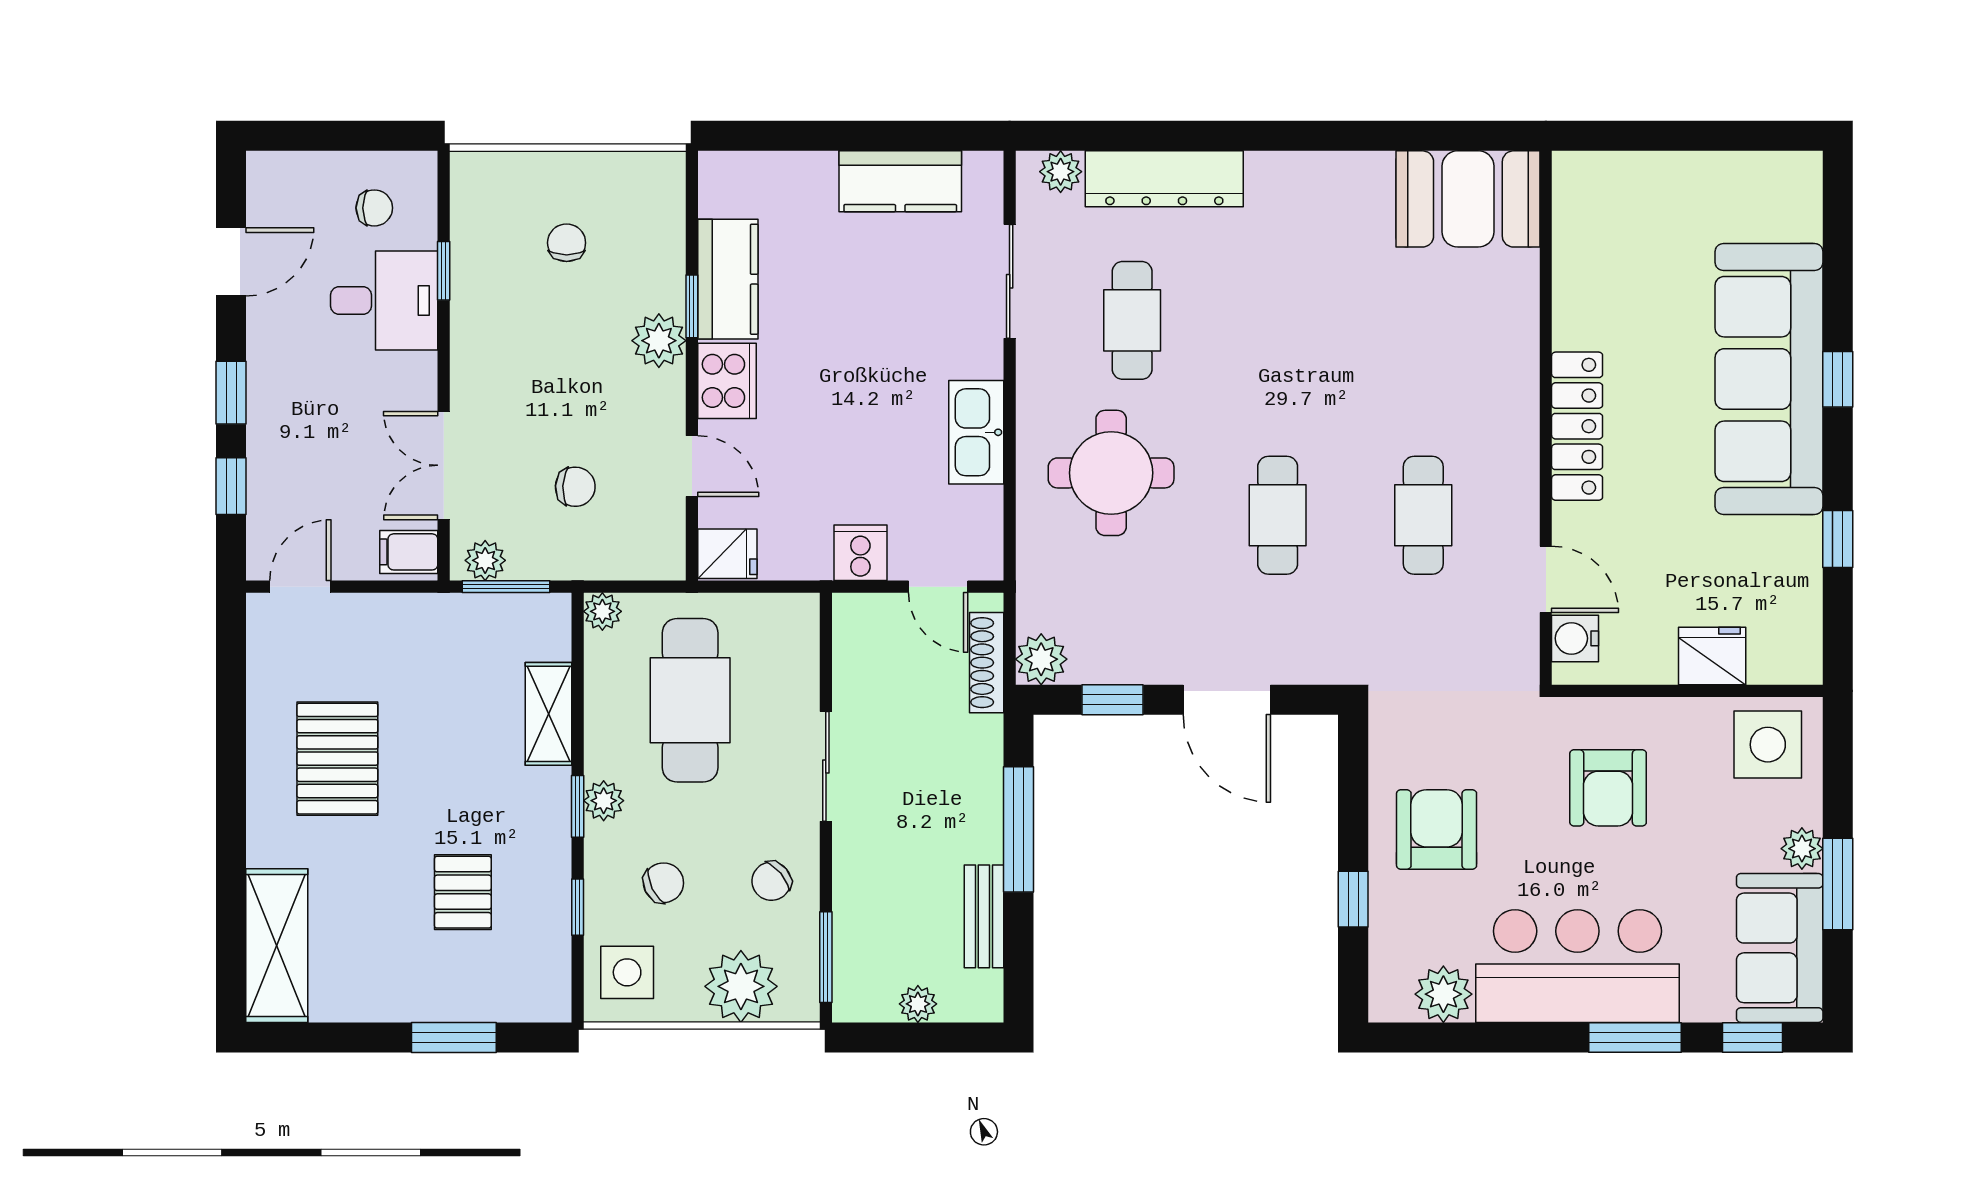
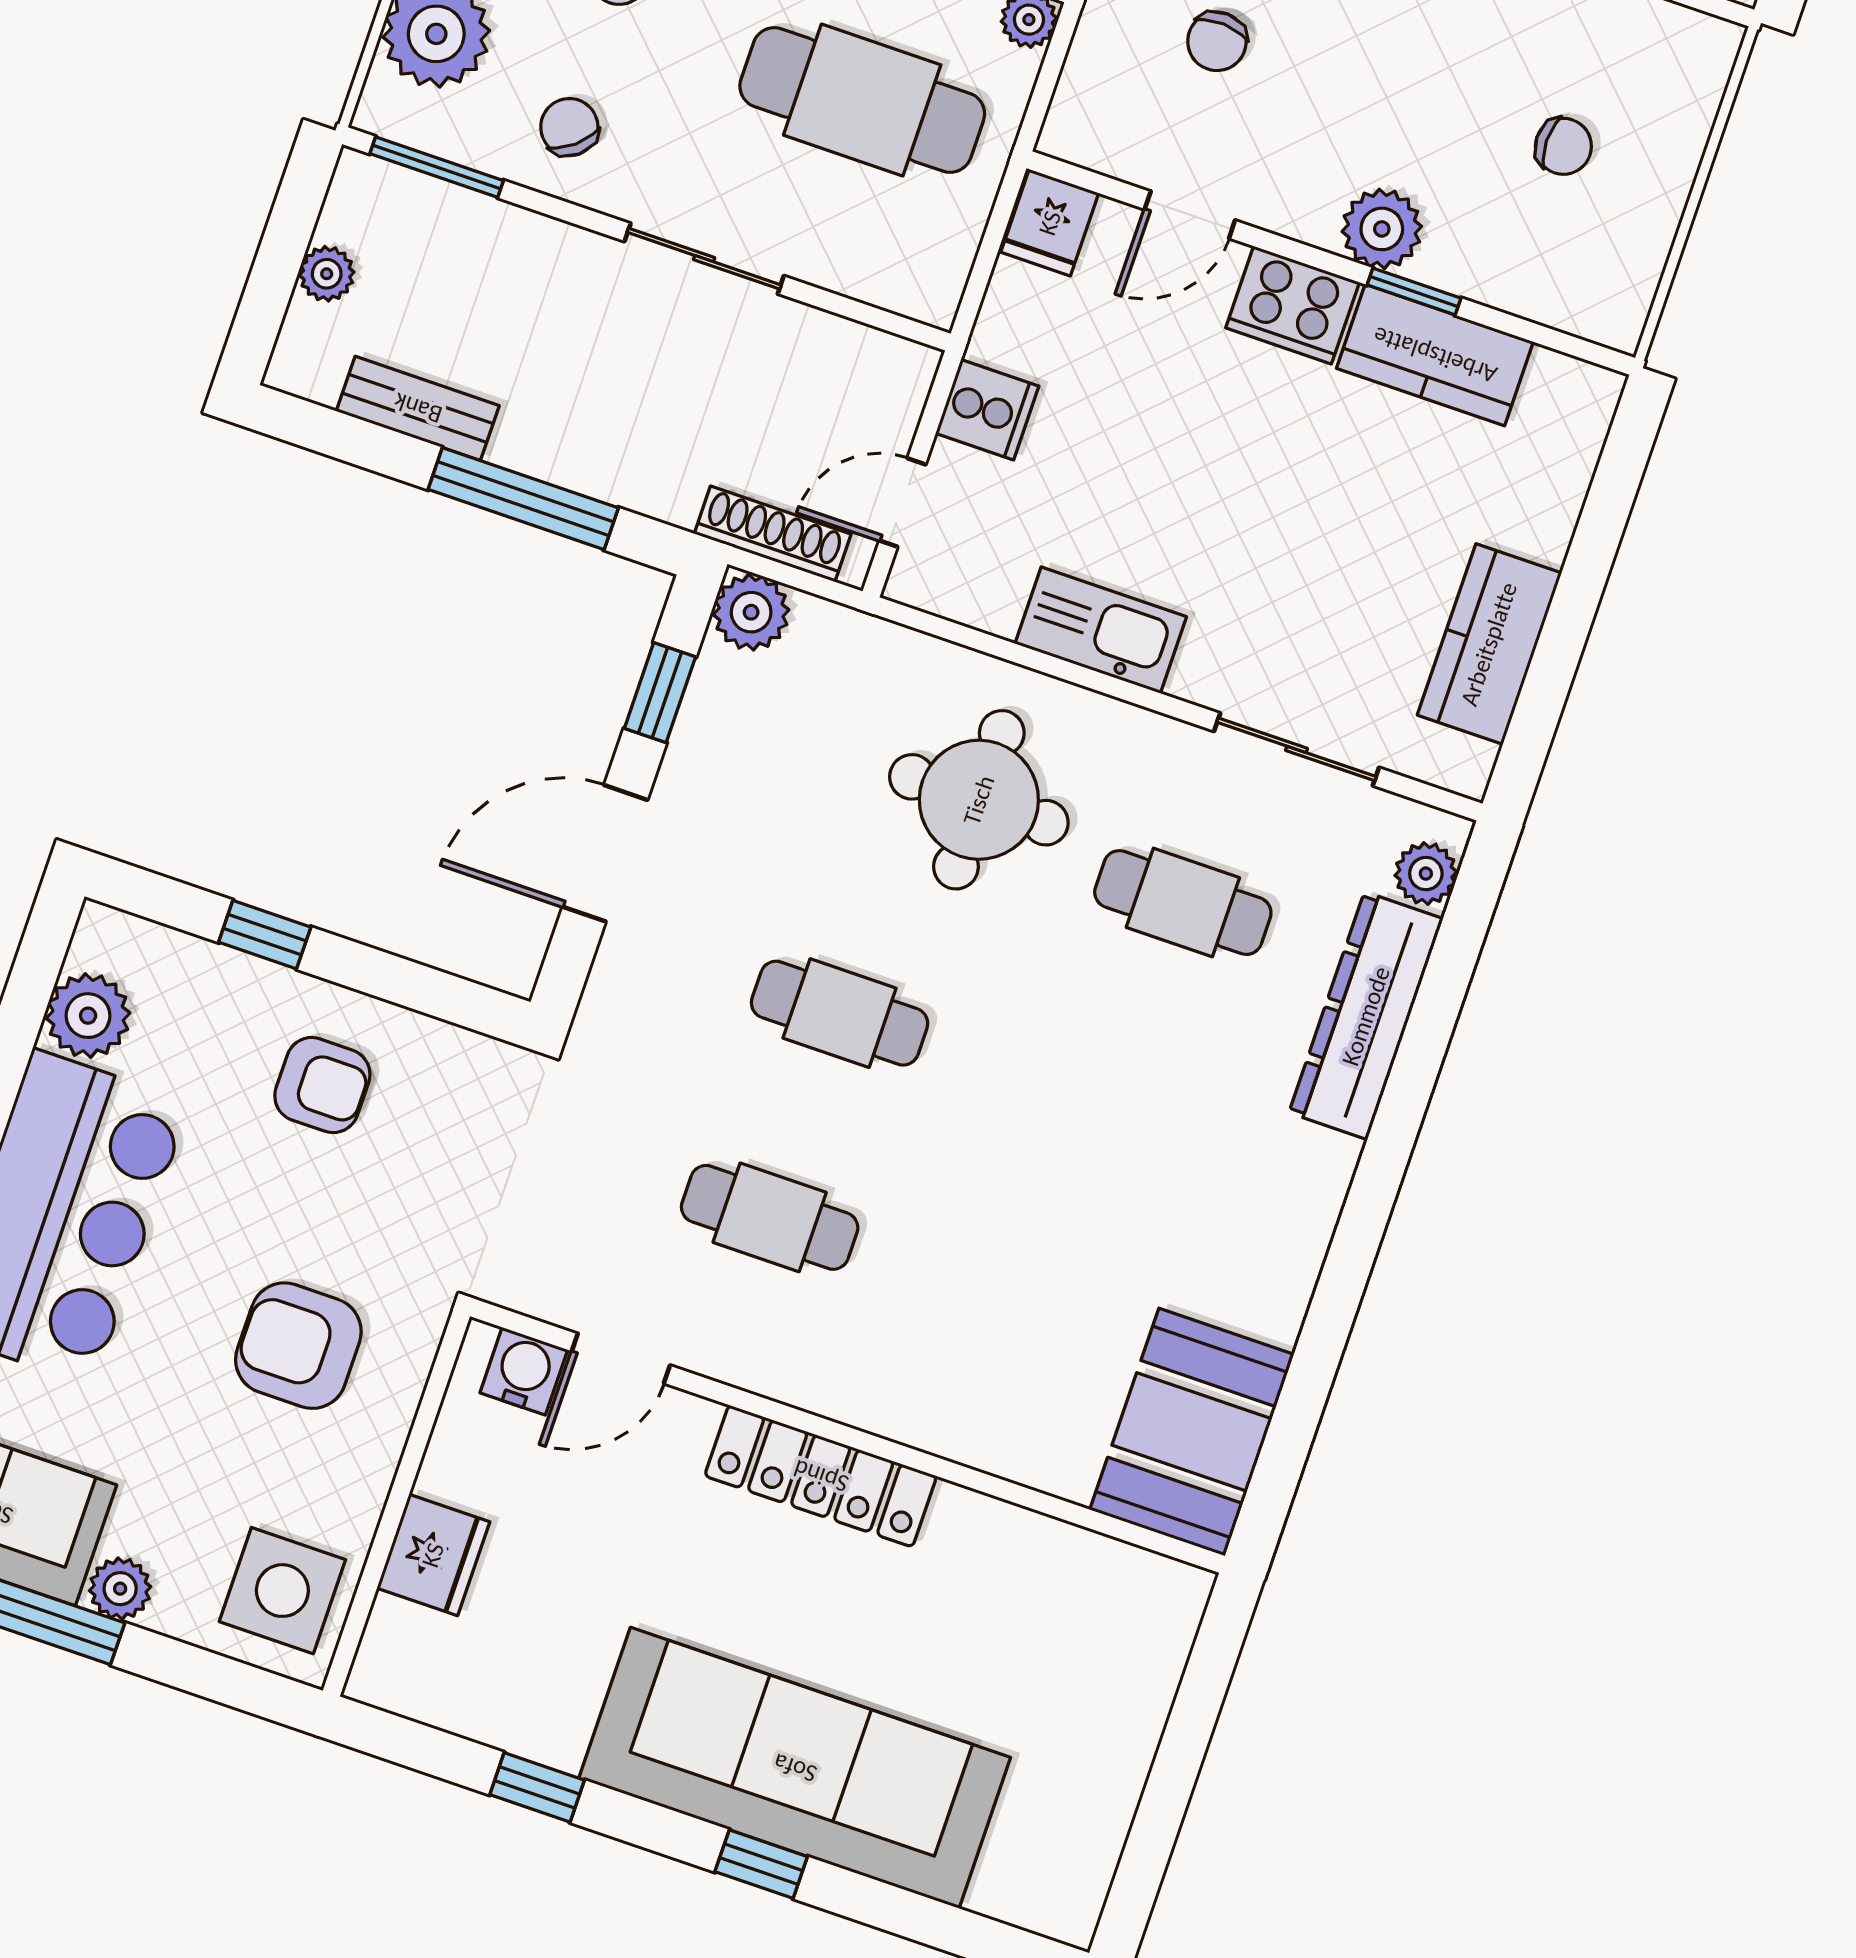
armchair: (1437, 830) -> (322, 1085), width x0.72, depth x0.72

